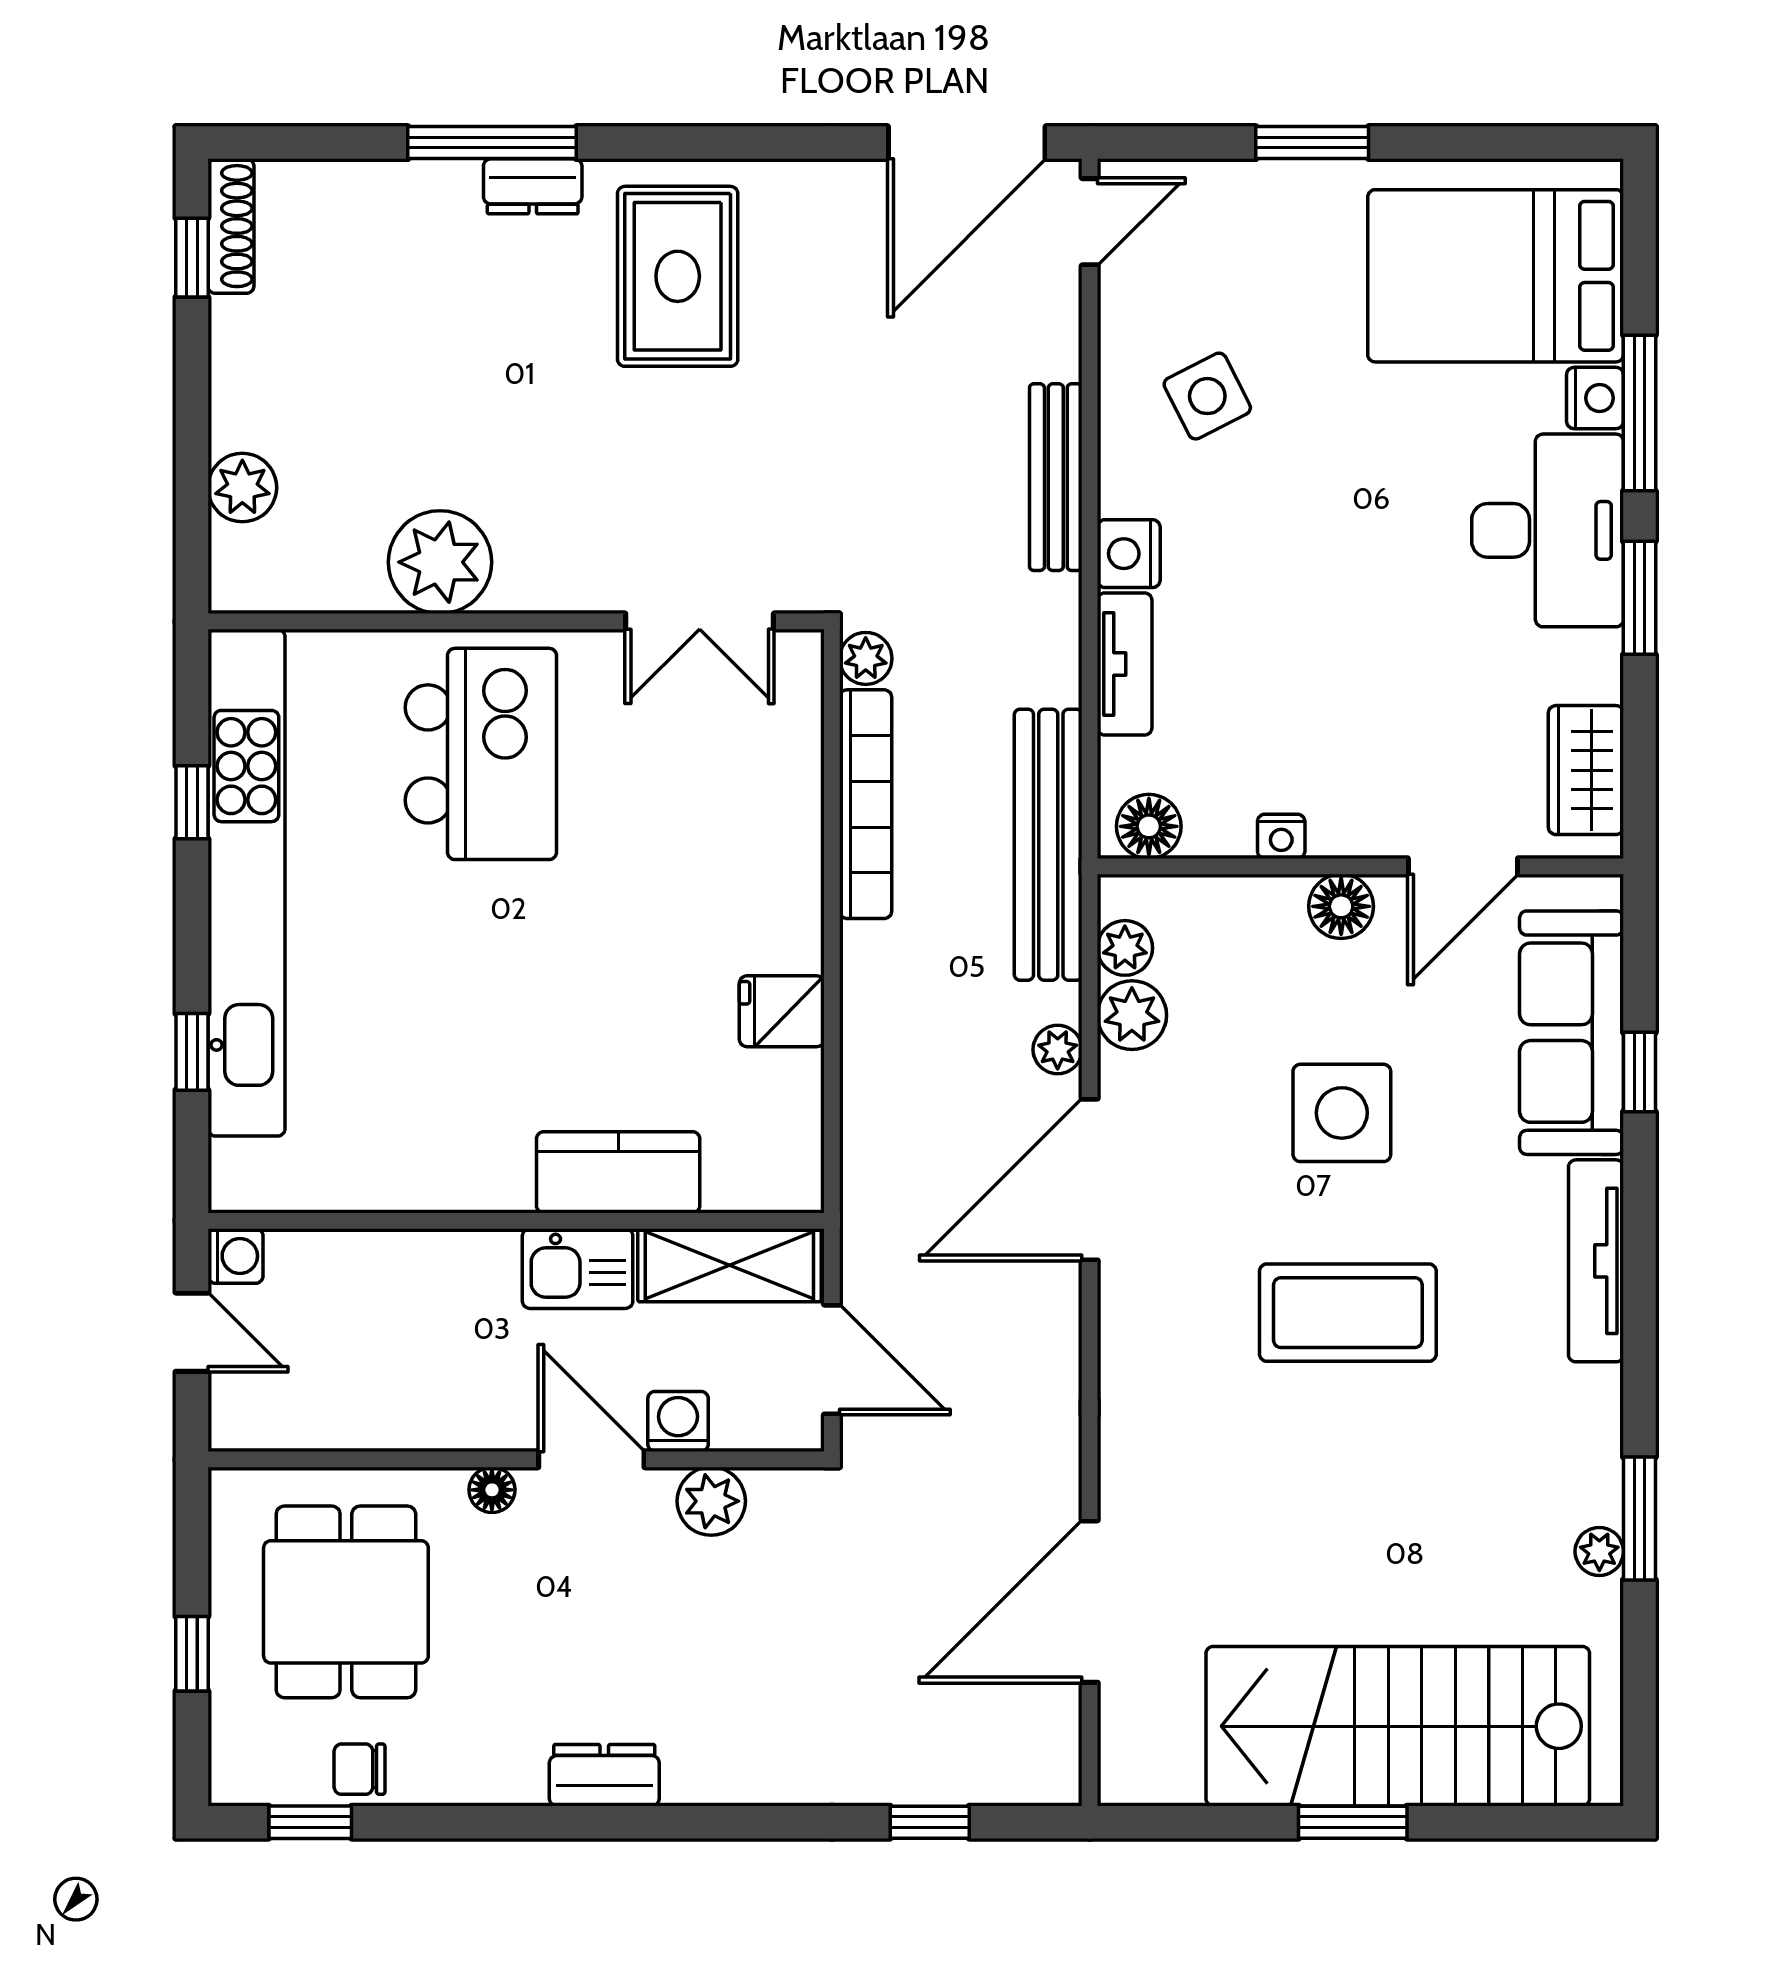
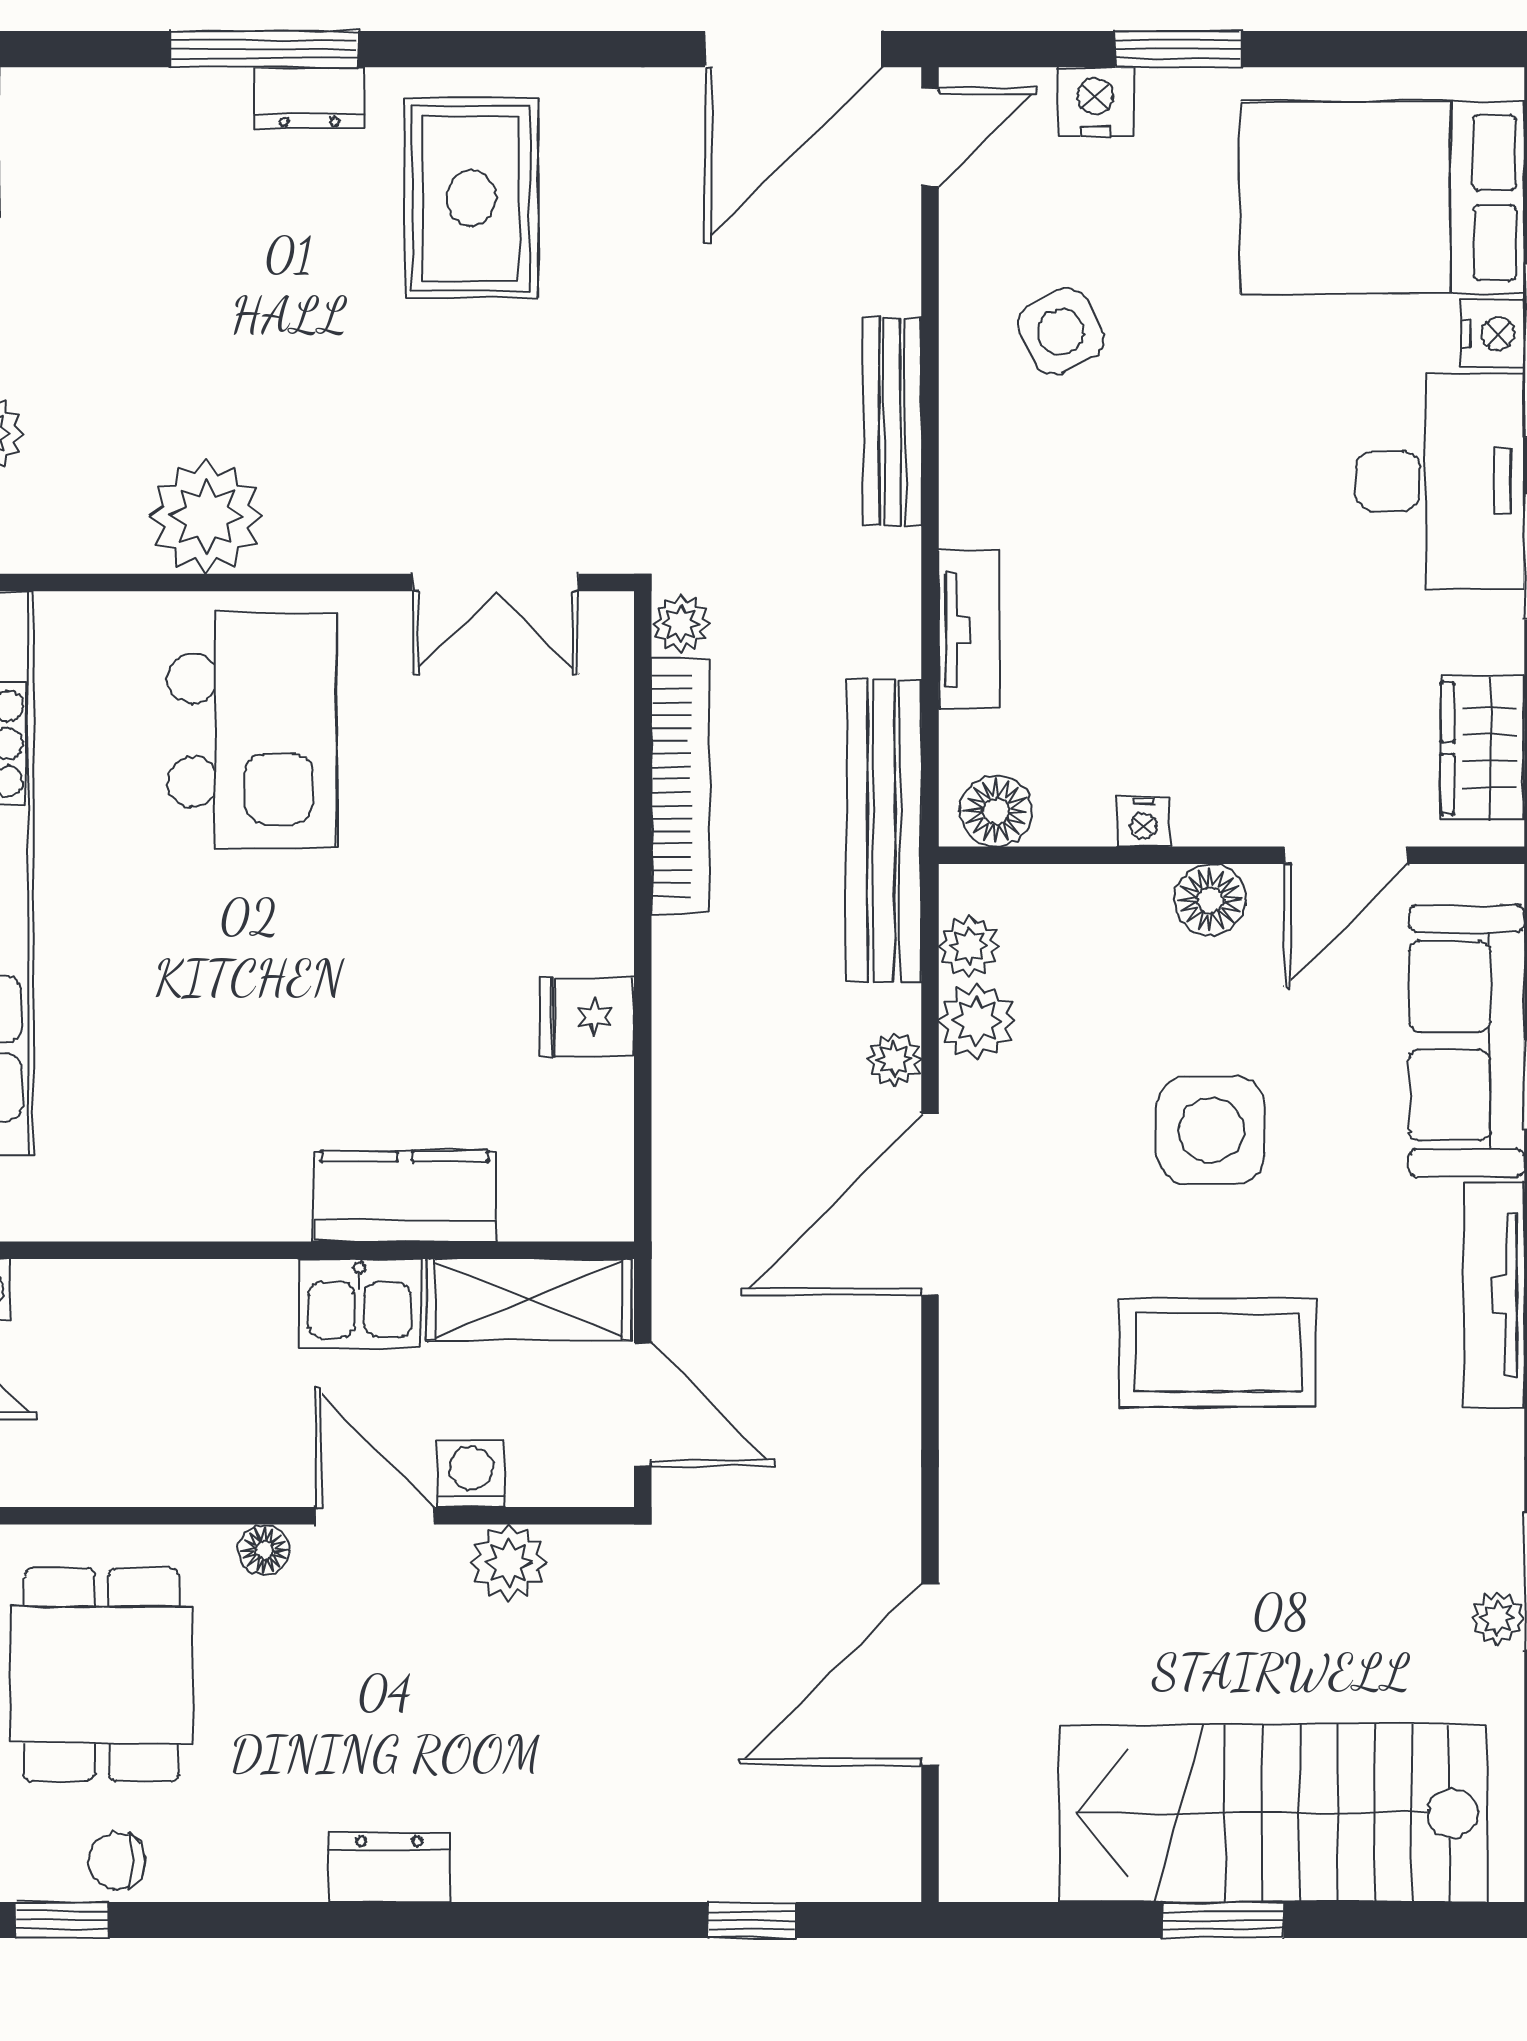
nightstand: (1129, 554) -> (1096, 102), moved, turned 90

